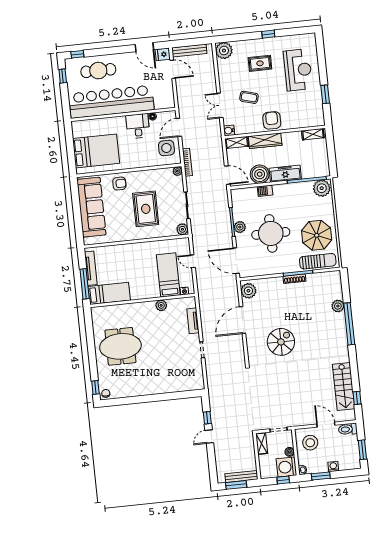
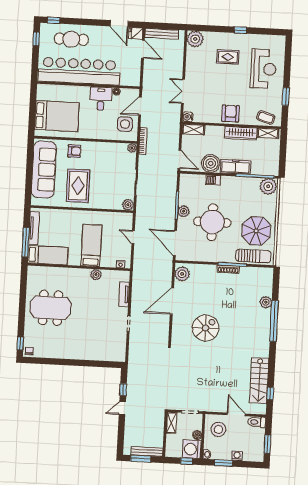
coffee table: (249, 97) -> (266, 118), moved
wardrobe: (265, 141) -> (241, 133), moved
rug: (146, 209) -> (78, 186), moved
bed: (168, 275) -> (91, 245), moved

